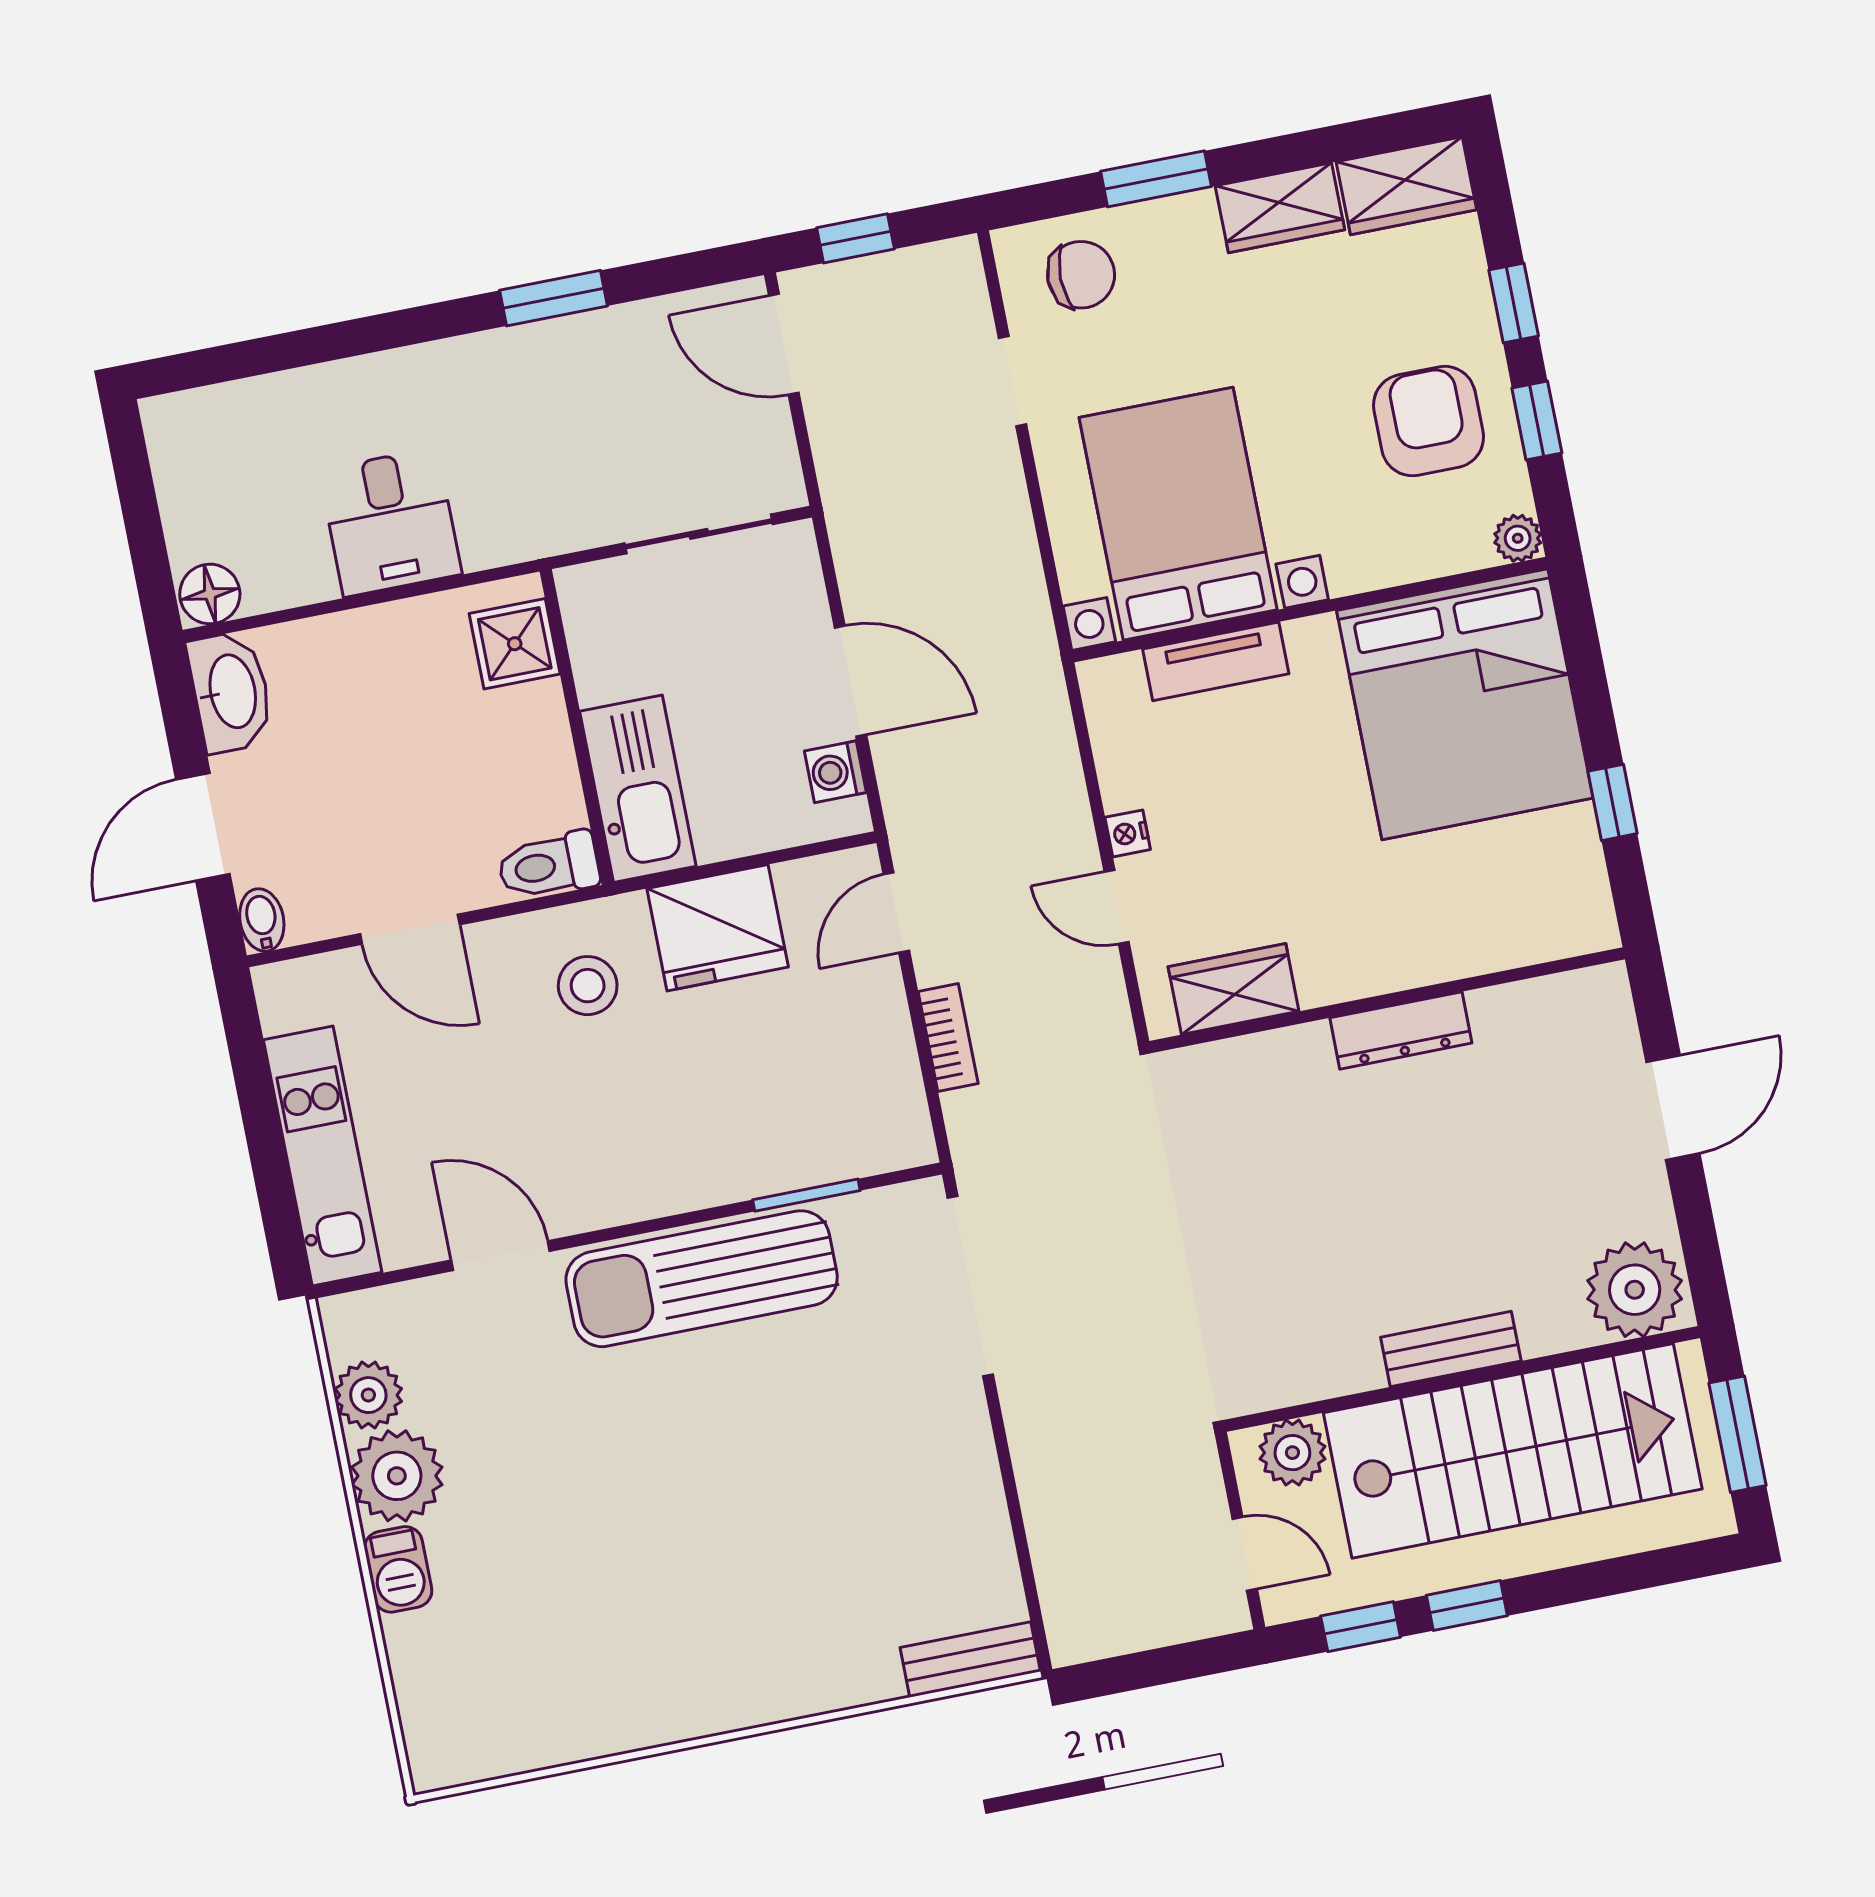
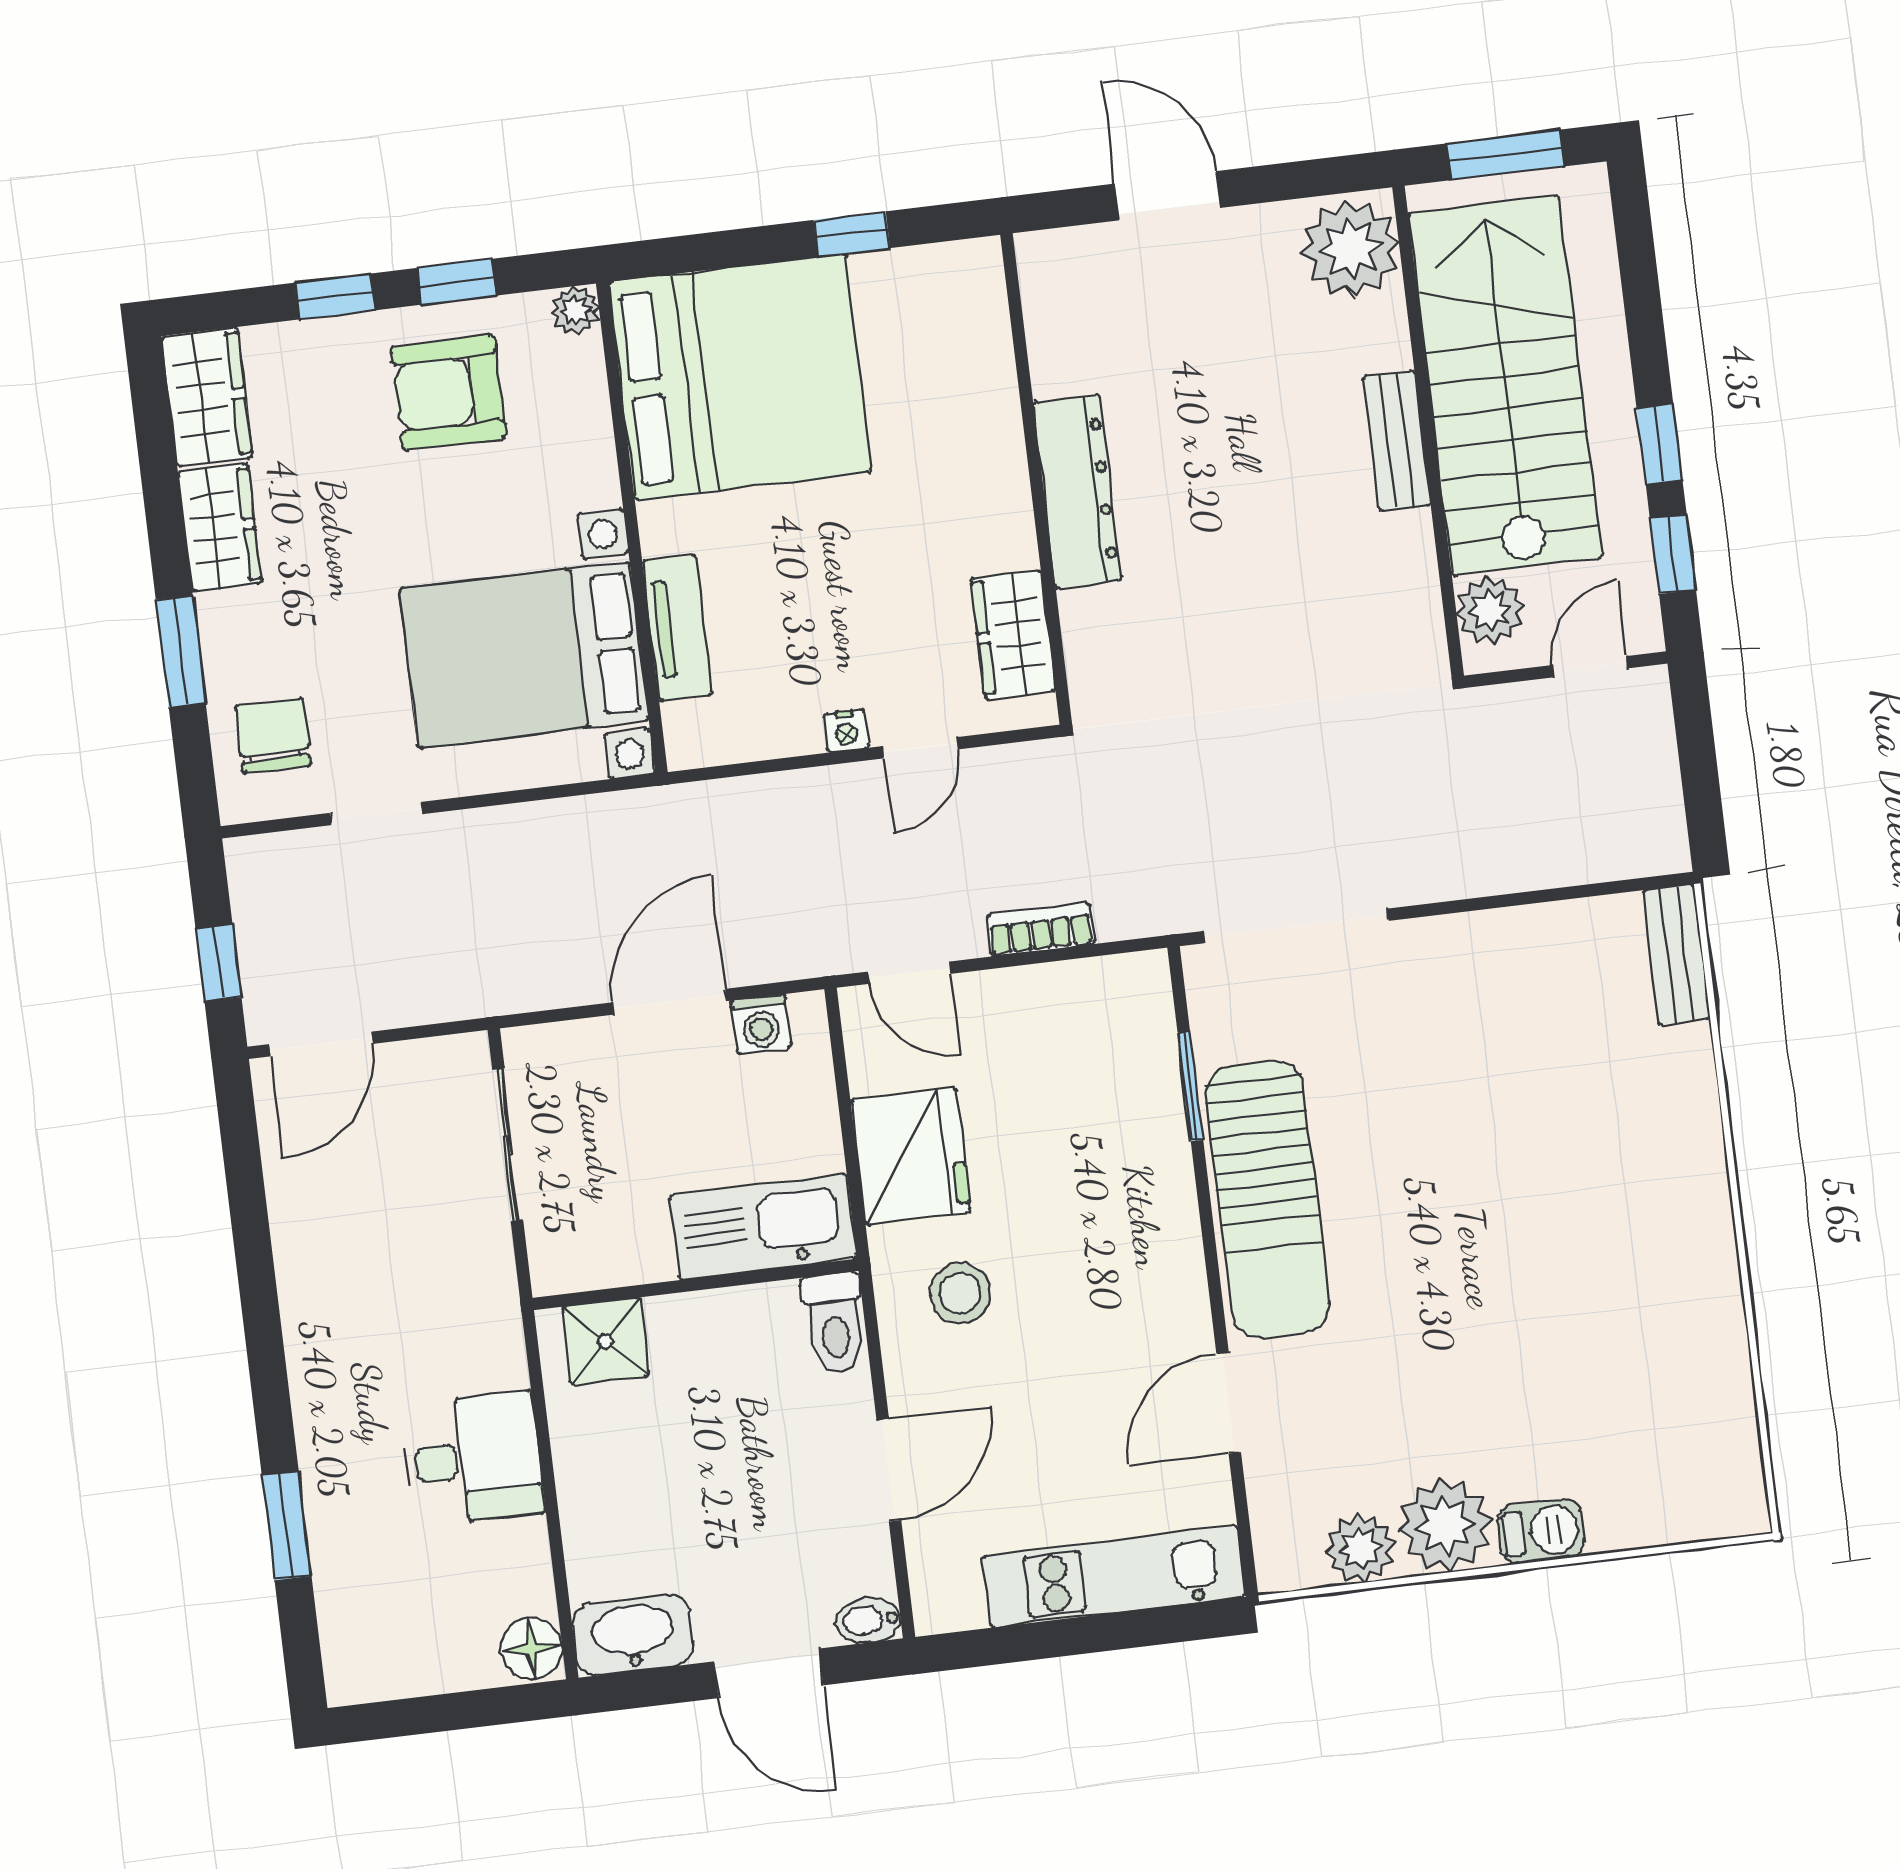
window: (553, 298) -> (287, 1526), moved
dresser: (1401, 1030) -> (1078, 491), width x1.37, depth x1.24

